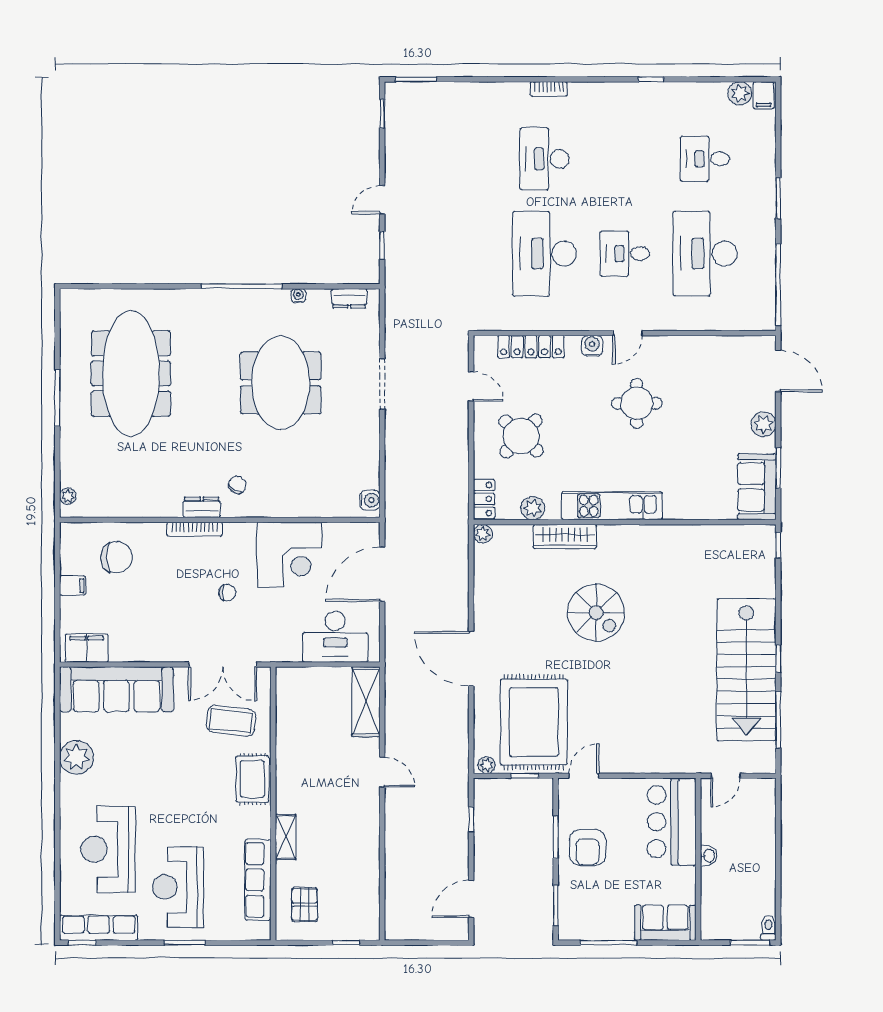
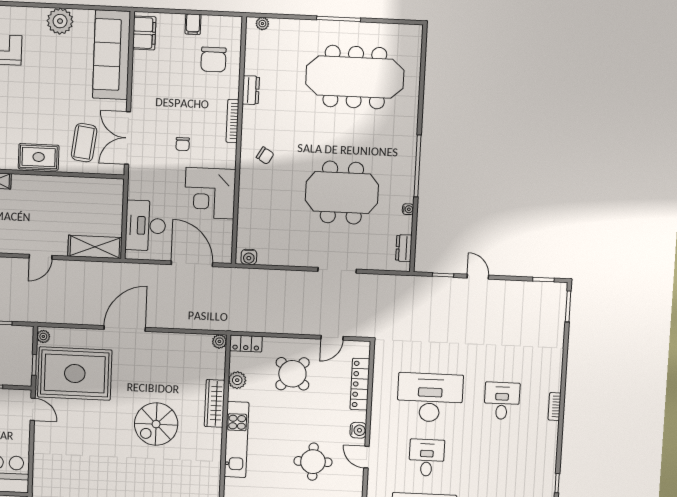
desk: (544, 159) -> (502, 401), width x0.73
dresser: (202, 507) -> (251, 90), moved

